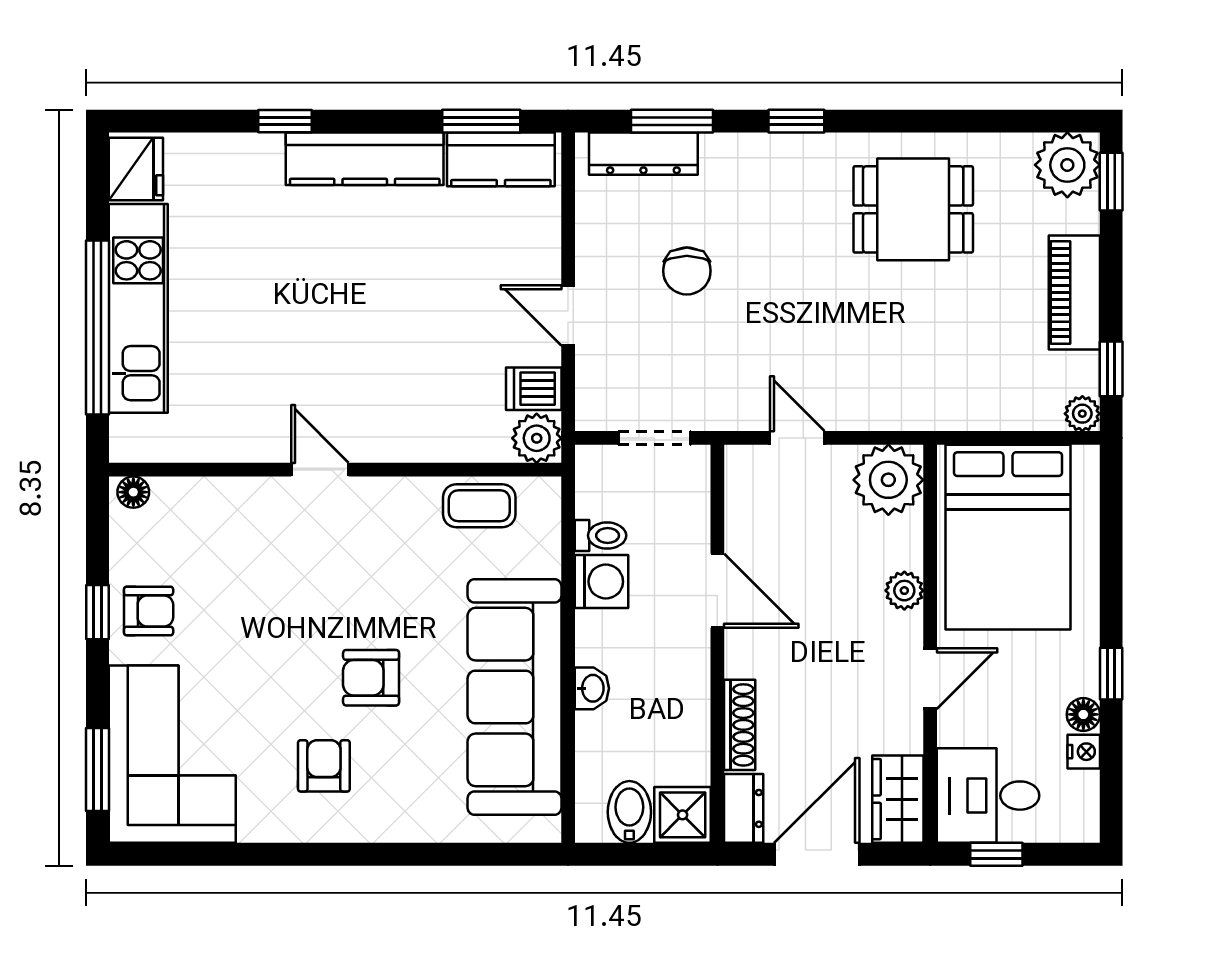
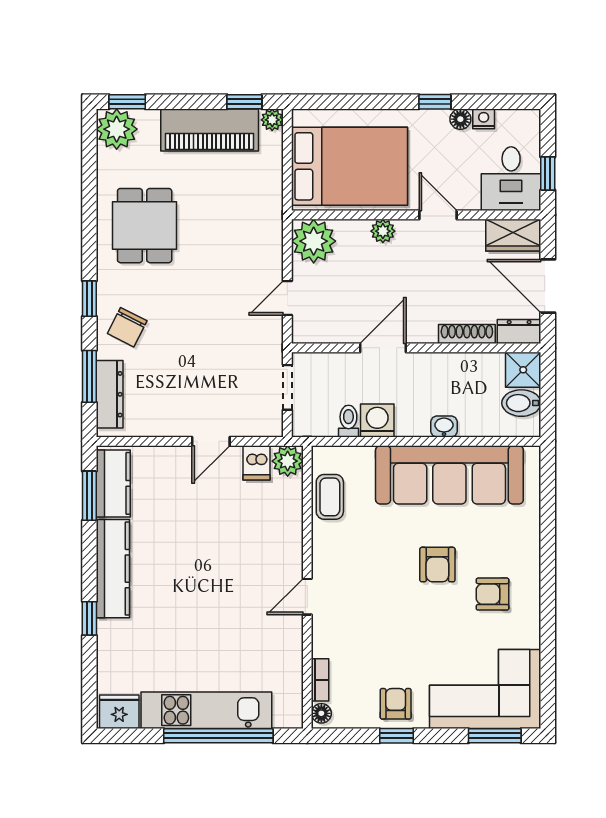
chair: (687, 271) -> (127, 327), moved, turned 117
piano: (1074, 292) -> (210, 130), width x1.37, depth x1.33
bookcase: (187, 490) -> (320, 680), added

